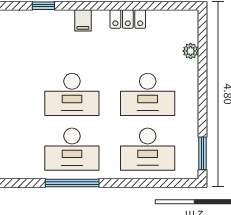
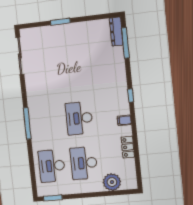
plant: (191, 51) -> (112, 182), width x1.88, depth x1.88
desk: (72, 149) -> (47, 121), removed

